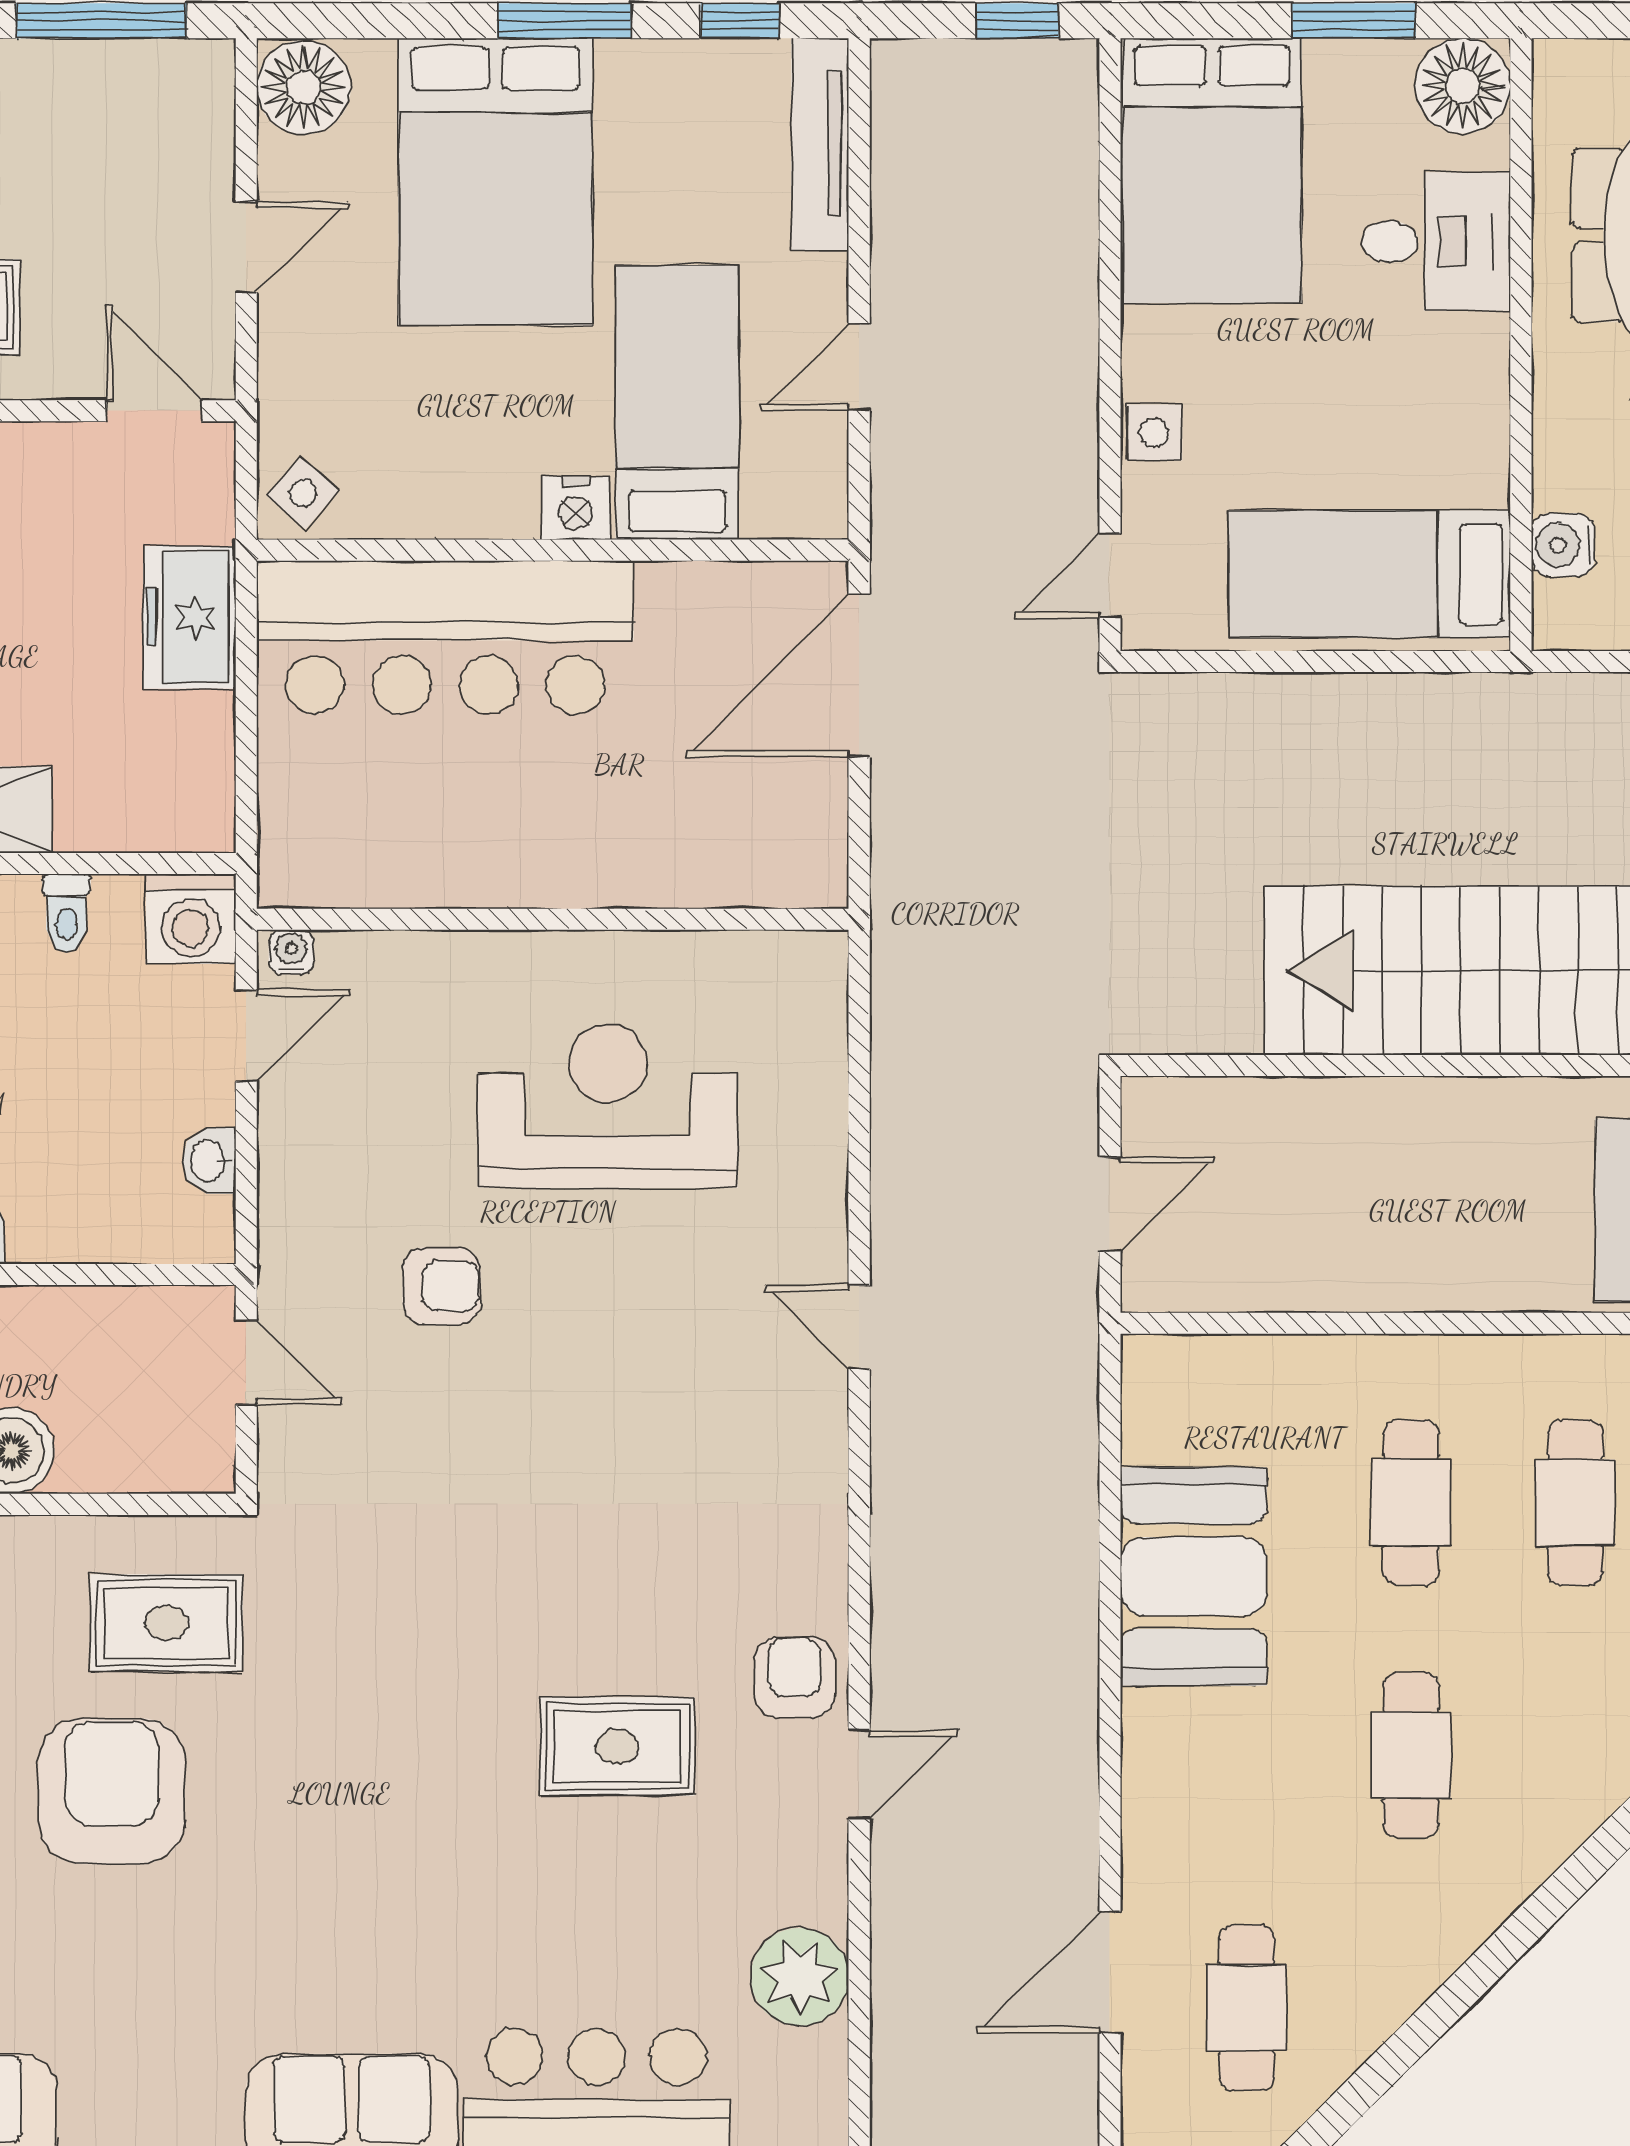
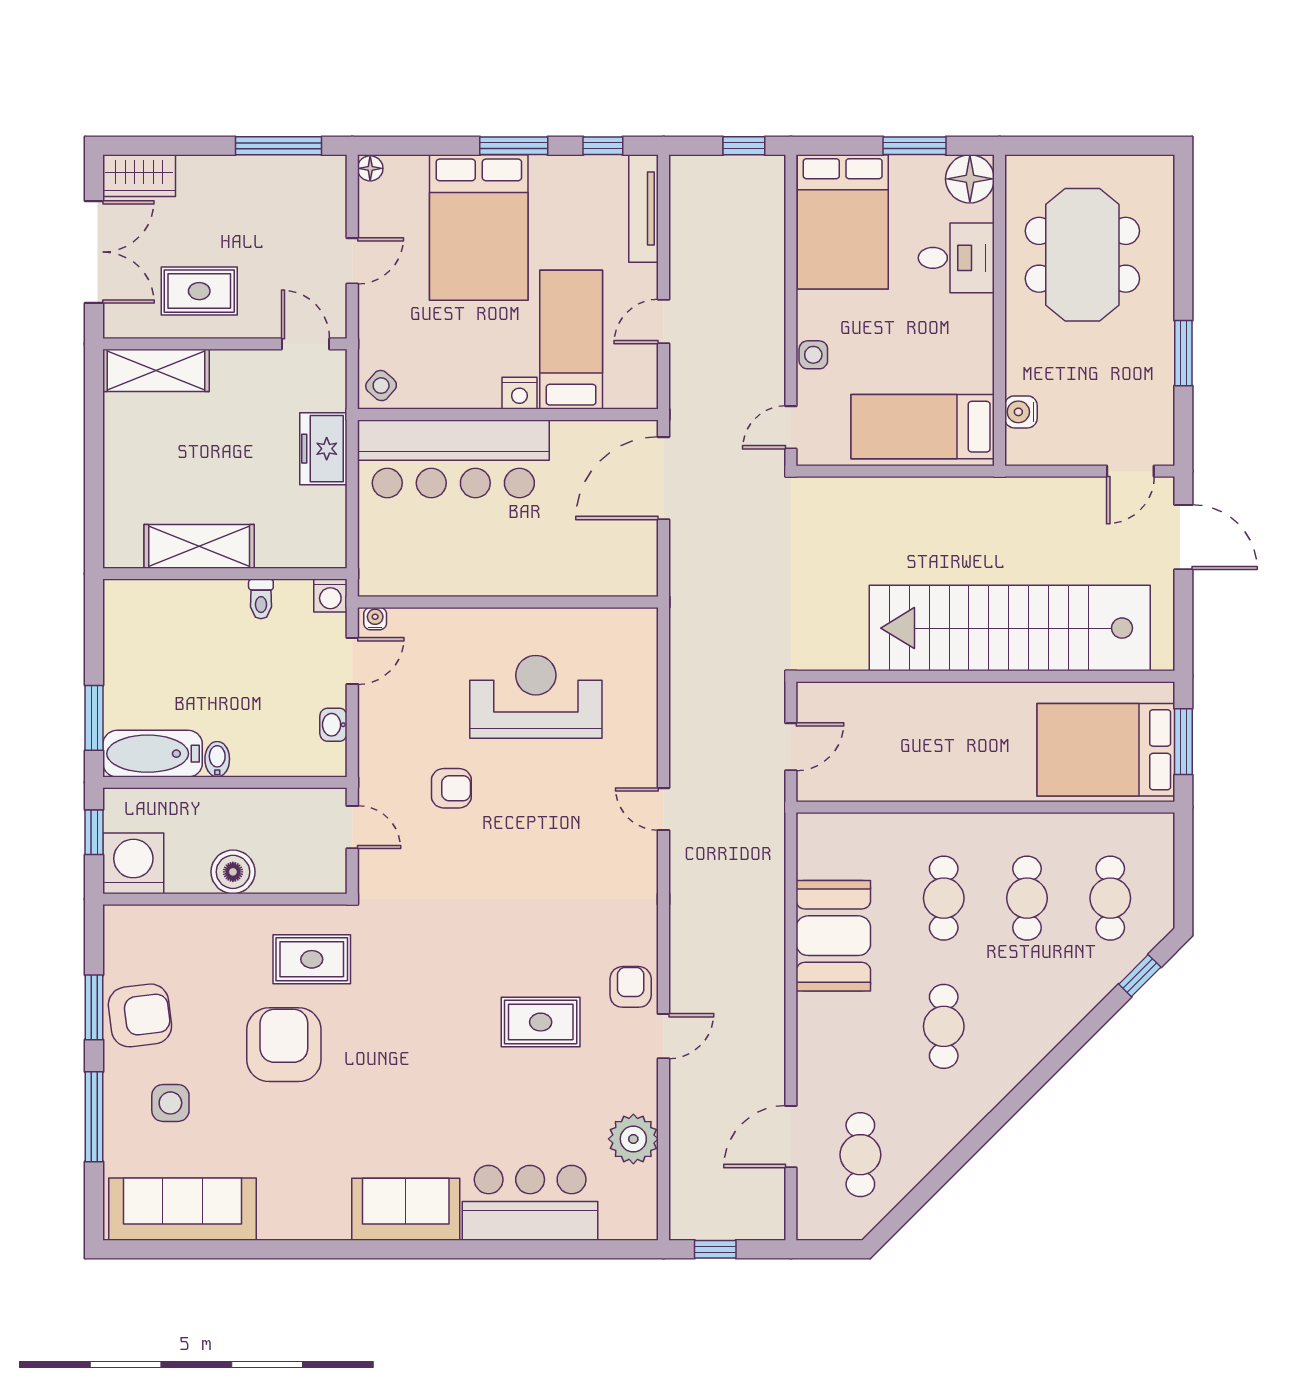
floor lamp: (304, 87) -> (370, 168), width x0.53, depth x0.53
washing machine: (191, 919) -> (330, 596), width x0.73, depth x0.73

